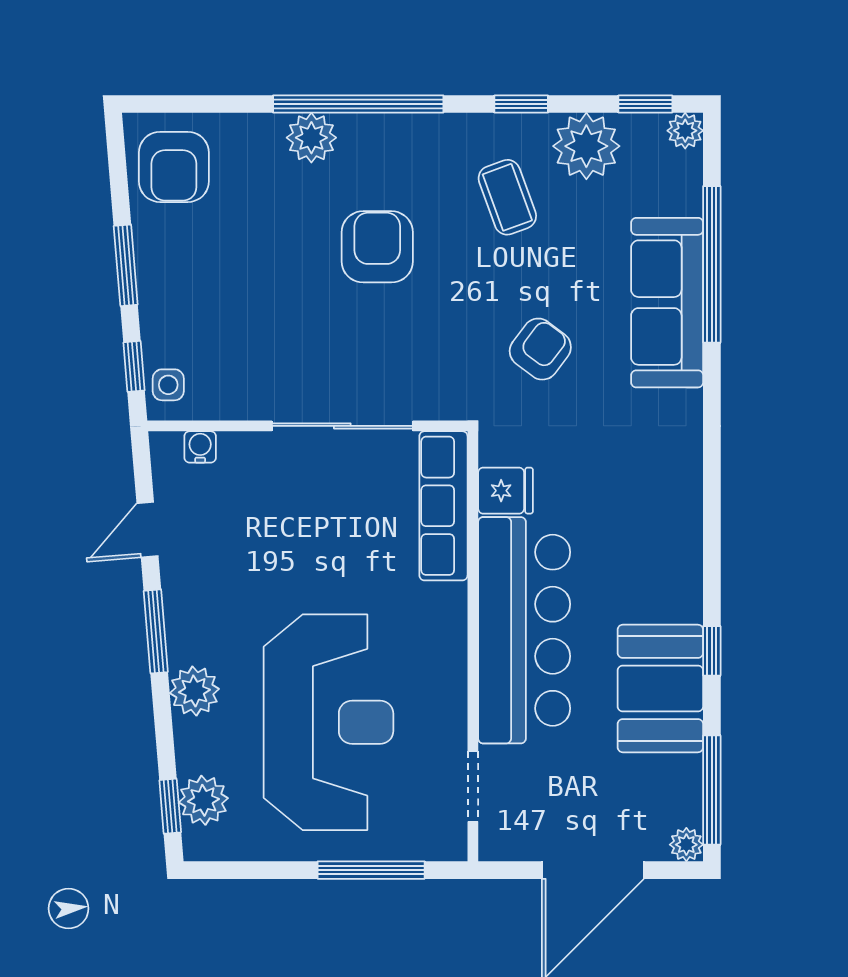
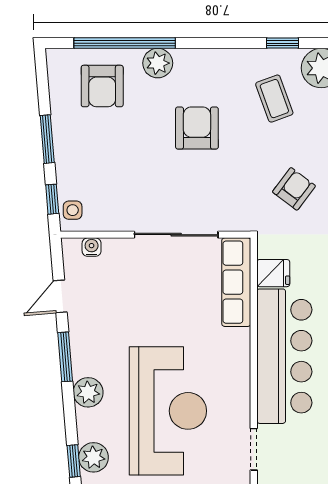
window: (358, 104) -> (125, 43), moved
armchair: (174, 167) -> (102, 86), moved

